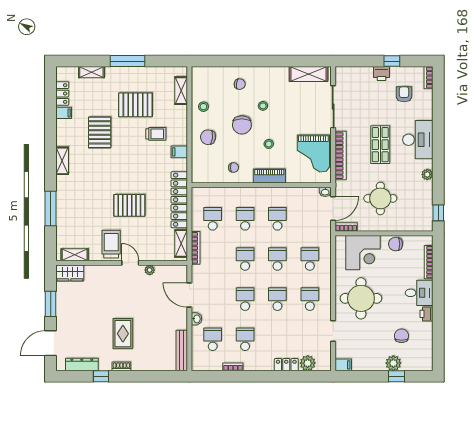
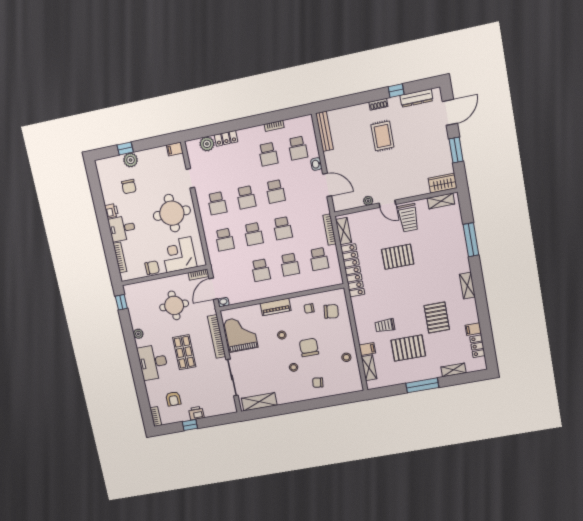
chair: (208, 137) -> (331, 311), moved
filing cabinet: (179, 152) -> (367, 349), moved

